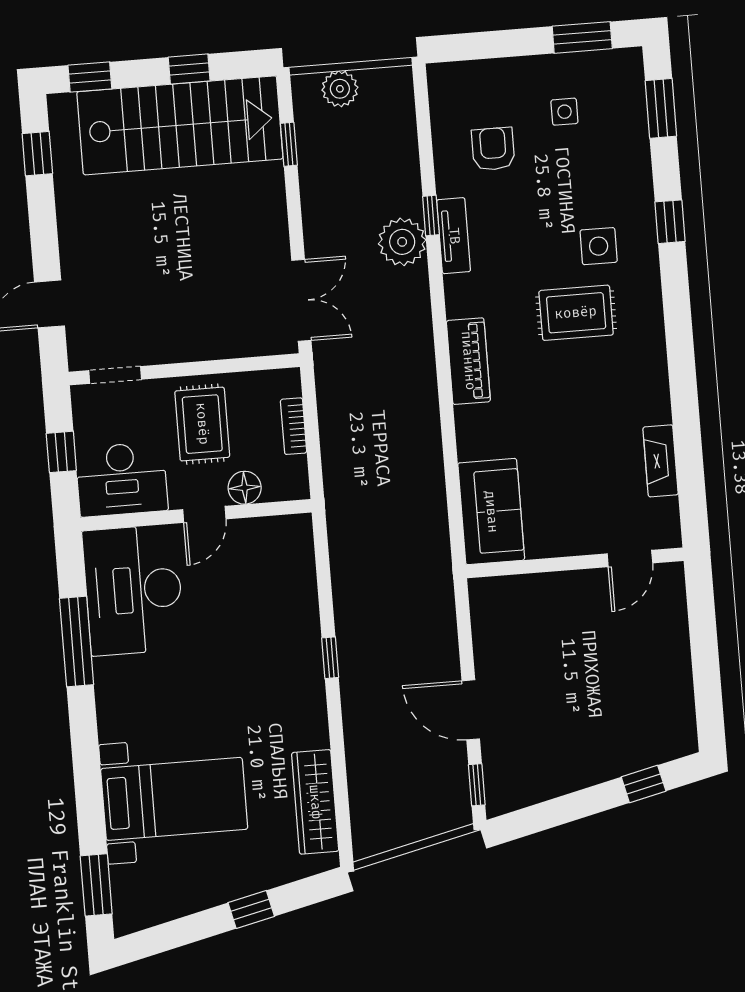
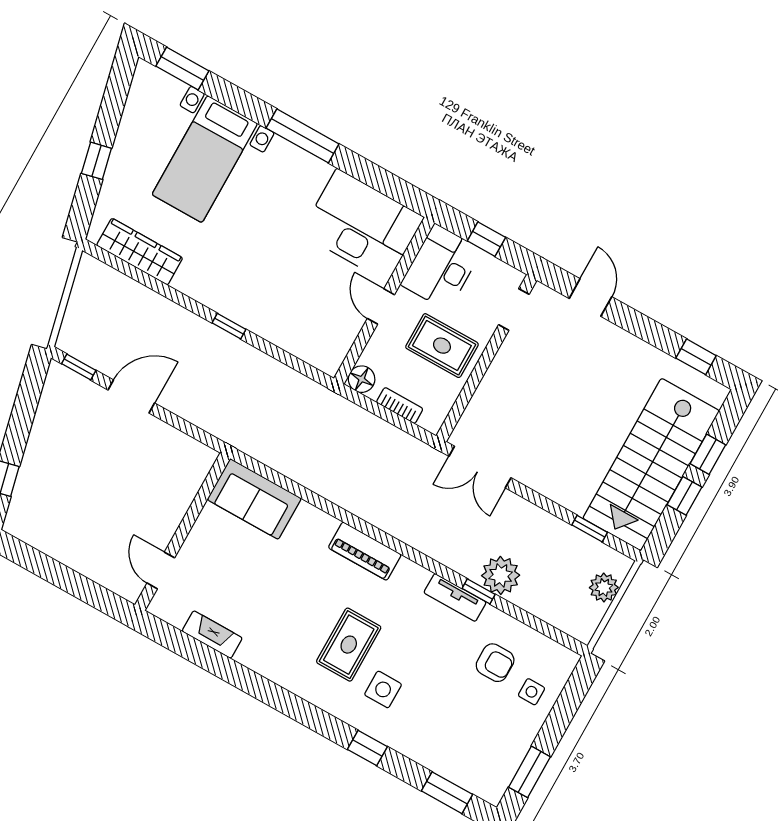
window: (90, 77) -> (708, 454), moved
side table: (564, 112) -> (531, 692), moved
plant: (402, 242) -> (501, 575), moved
floor lamp: (245, 488) -> (362, 379), moved
window: (77, 642) -> (303, 136), moved

